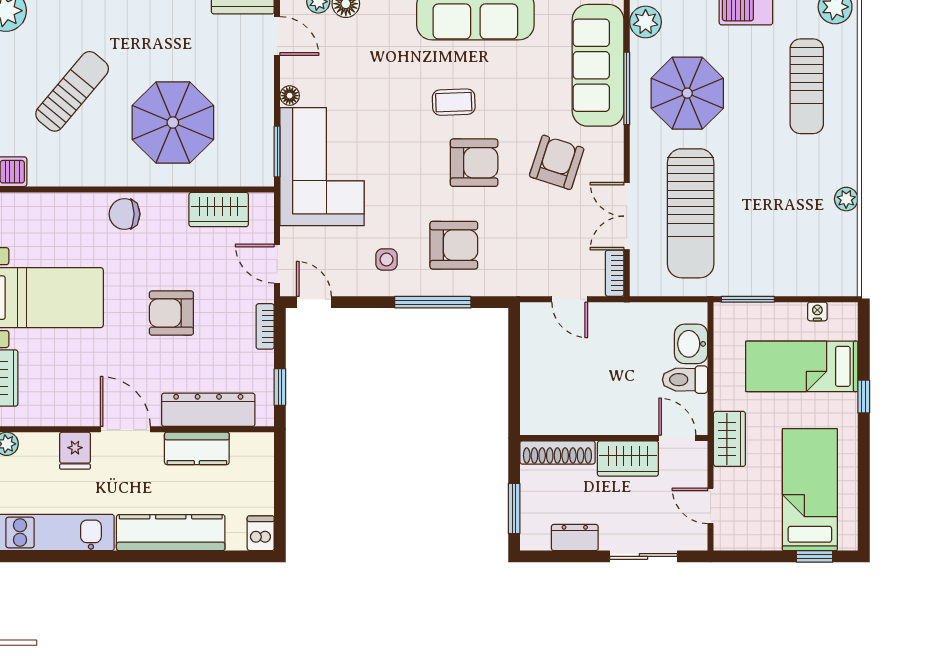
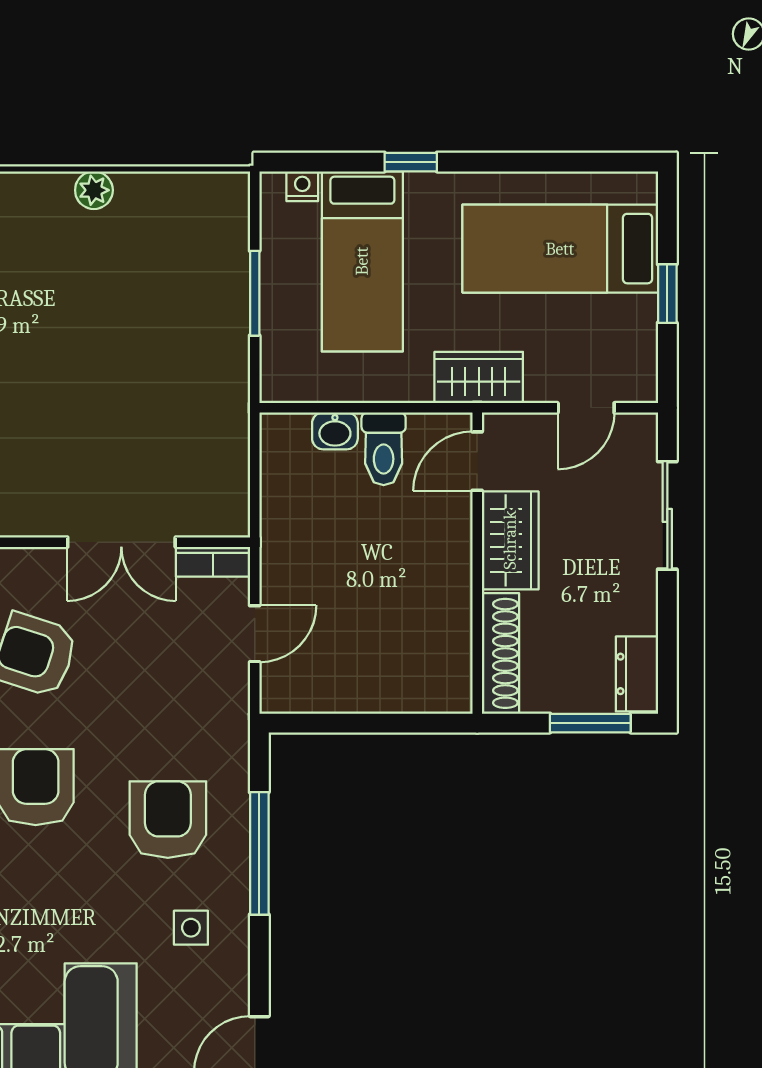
sun lounger: (691, 213) -> (117, 440), removed
window: (748, 299) -> (255, 293), moved
nightstand: (817, 311) -> (302, 186), moved, turned 90
washbasin: (691, 344) -> (335, 431), width x0.72, depth x0.69
dresser: (575, 538) -> (637, 674), moved
window: (814, 556) -> (667, 294), moved

